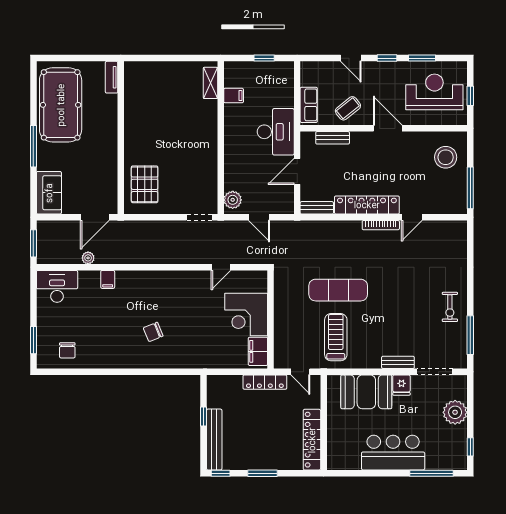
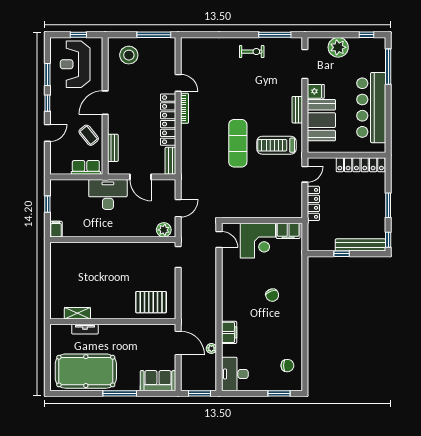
tv unit: (112, 77) -> (85, 329), moved
shelving: (210, 83) -> (77, 313), moved
filing cabinet: (234, 96) -> (56, 229), moved
filing cabinet: (108, 279) -> (229, 332), width x2.00
corner desk: (246, 314) -> (258, 241), moved
wall: (271, 319) -> (262, 220), moved
filing cabinet: (258, 351) -> (288, 231), moved
bench: (398, 362) -> (297, 110), moved
bar counter: (393, 453) -> (371, 108), width x1.36

